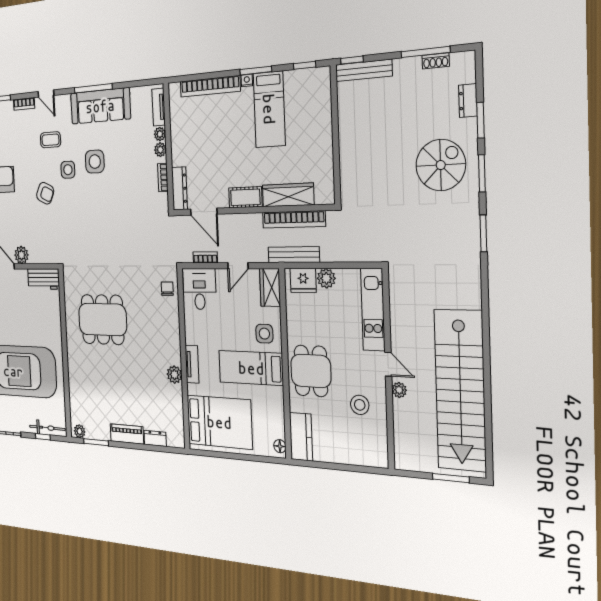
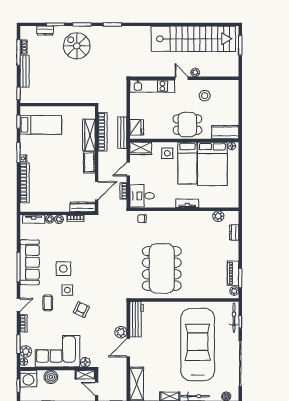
bench: (364, 70) -> (25, 71), moved
bed: (269, 109) -> (41, 125), moved
door: (238, 266) -> (128, 169), swing flipped
plant: (326, 278) -> (135, 113), removed
workbench: (44, 279) -> (137, 319), width x1.38
dining table: (103, 320) -> (162, 268), width x1.36, depth x1.24
door: (388, 364) -> (182, 78), hinge flipped
plant: (174, 375) -> (218, 216), moved
bed: (219, 422) -> (212, 164), moved, turned 180
piano: (127, 434) -> (233, 273), moved

